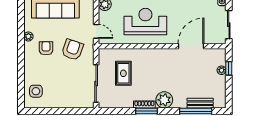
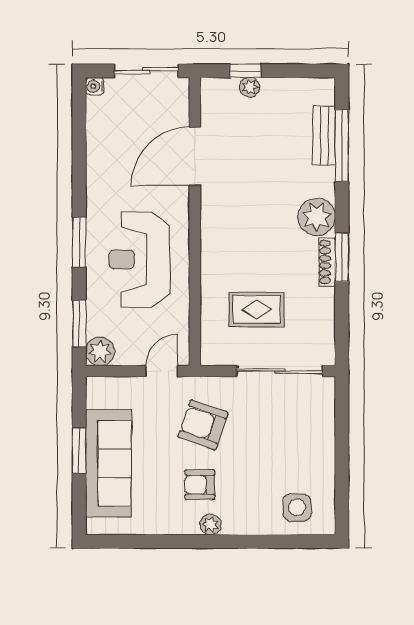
plant: (28, 36) -> (210, 524), moved
door: (191, 46) -> (195, 156), hinge flipped

